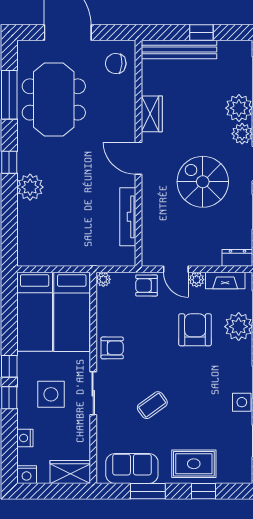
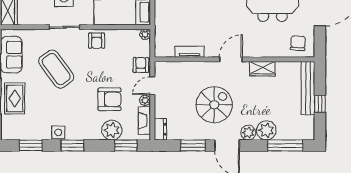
tv unit: (128, 217) -> (189, 52), width x0.71
coffee table: (152, 405) -> (56, 69), width x1.86, depth x1.72

